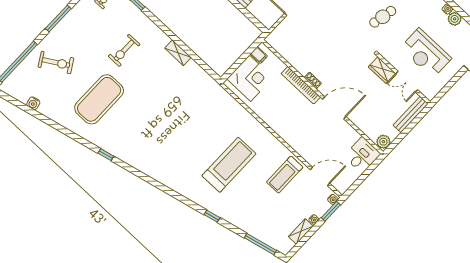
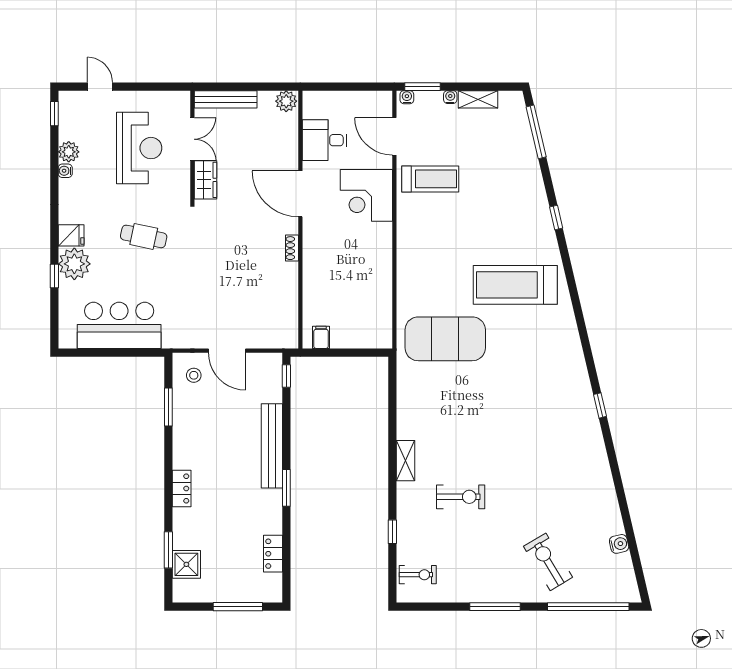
window: (256, 22) -> (286, 376), added
shelving: (178, 53) -> (405, 461), moved
corner desk: (250, 78) -> (366, 195), moved, turned -90
bookcase: (301, 85) -> (310, 257), removed
exercise mat: (99, 99) -> (445, 339), moved
desk: (362, 155) -> (324, 140), moved
treadmill: (229, 165) -> (515, 285), moved

